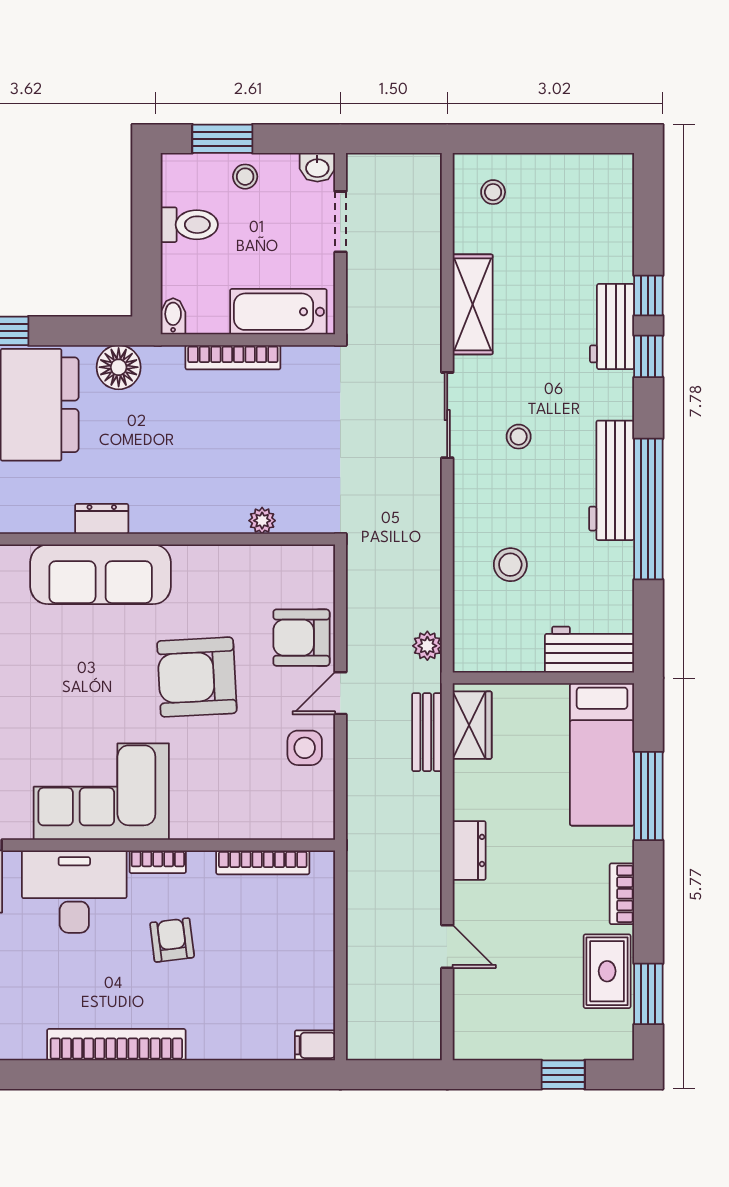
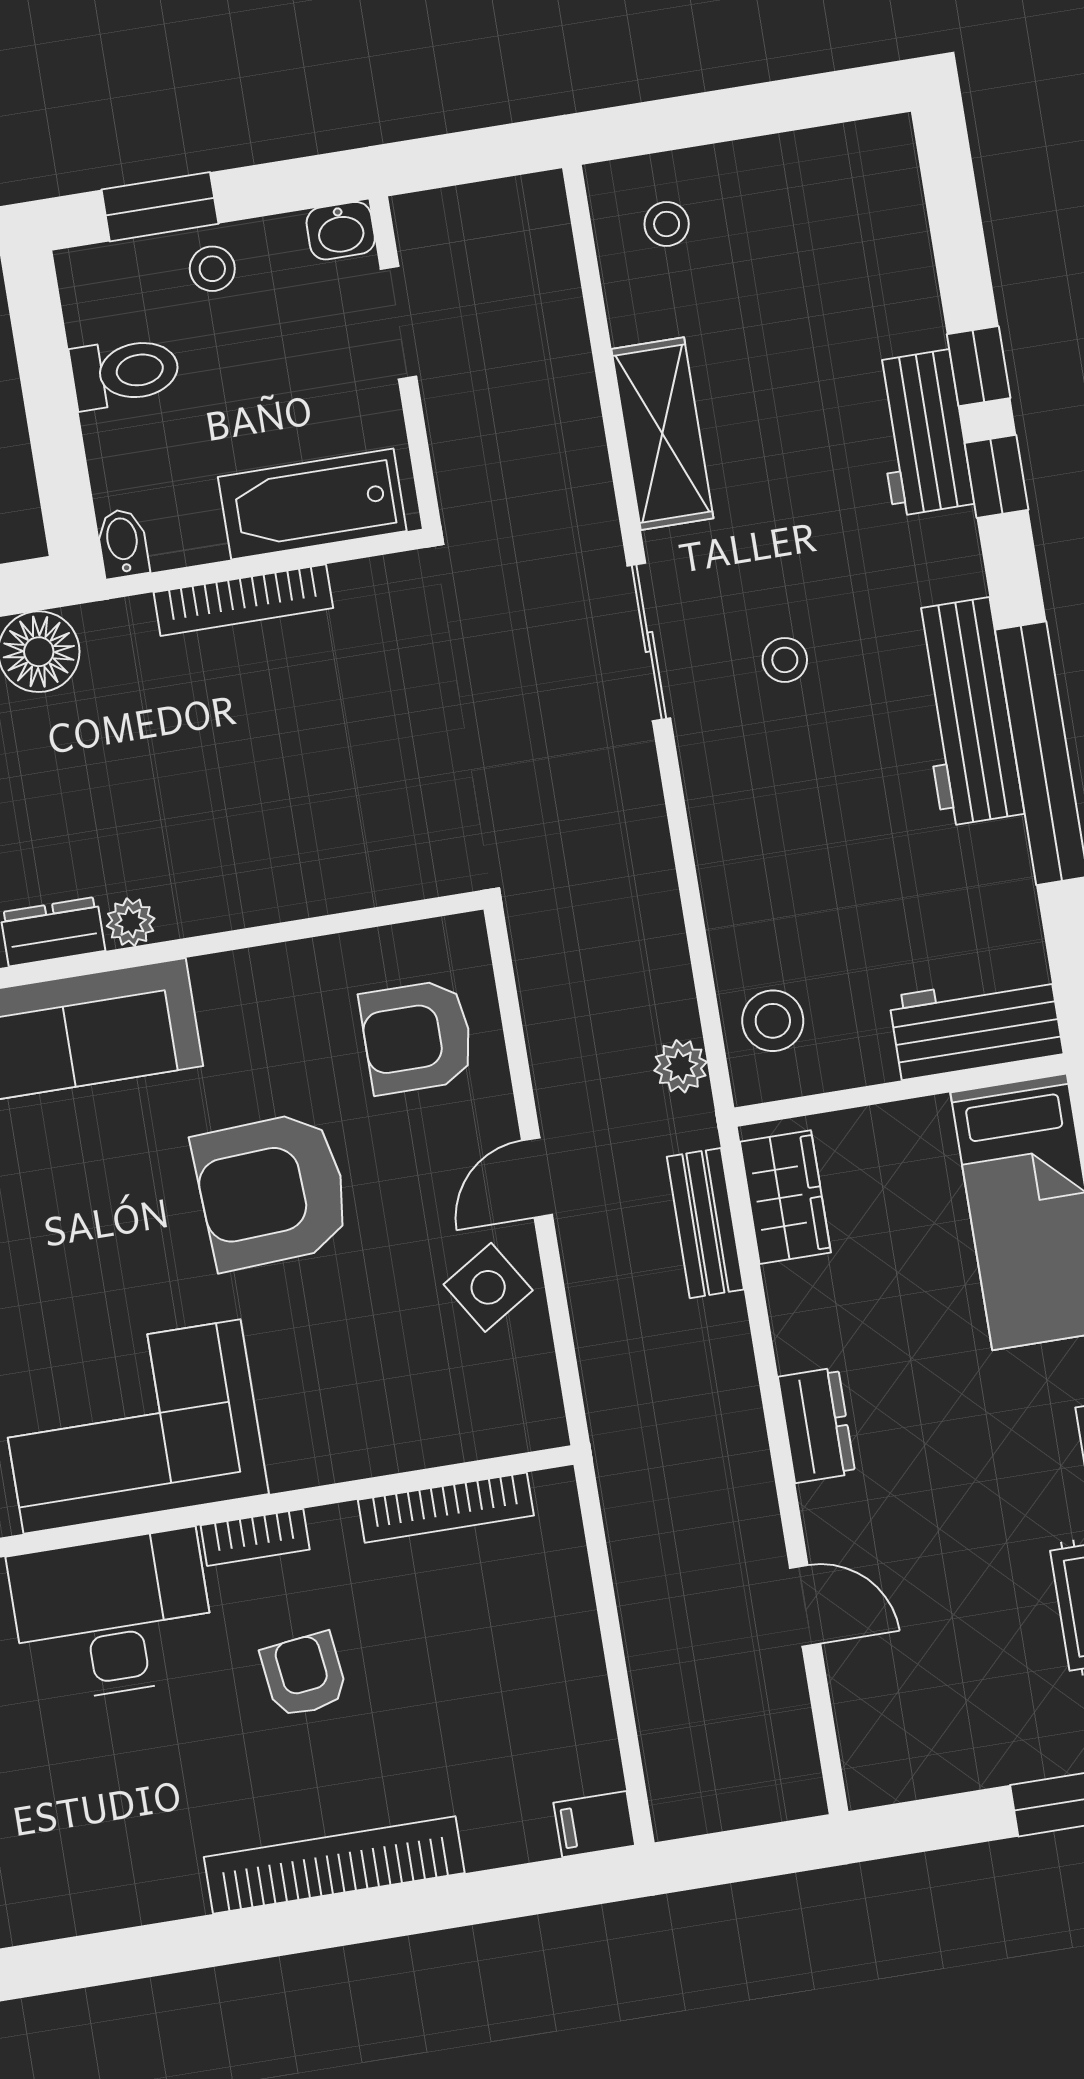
plant: (262, 521) -> (131, 922), moved
stool: (510, 565) -> (773, 1021), moved
armchair: (301, 638) -> (417, 1037), moved
side table: (305, 748) -> (488, 1287), turned -32
bookcase: (116, 1045) -> (334, 1865), moved

